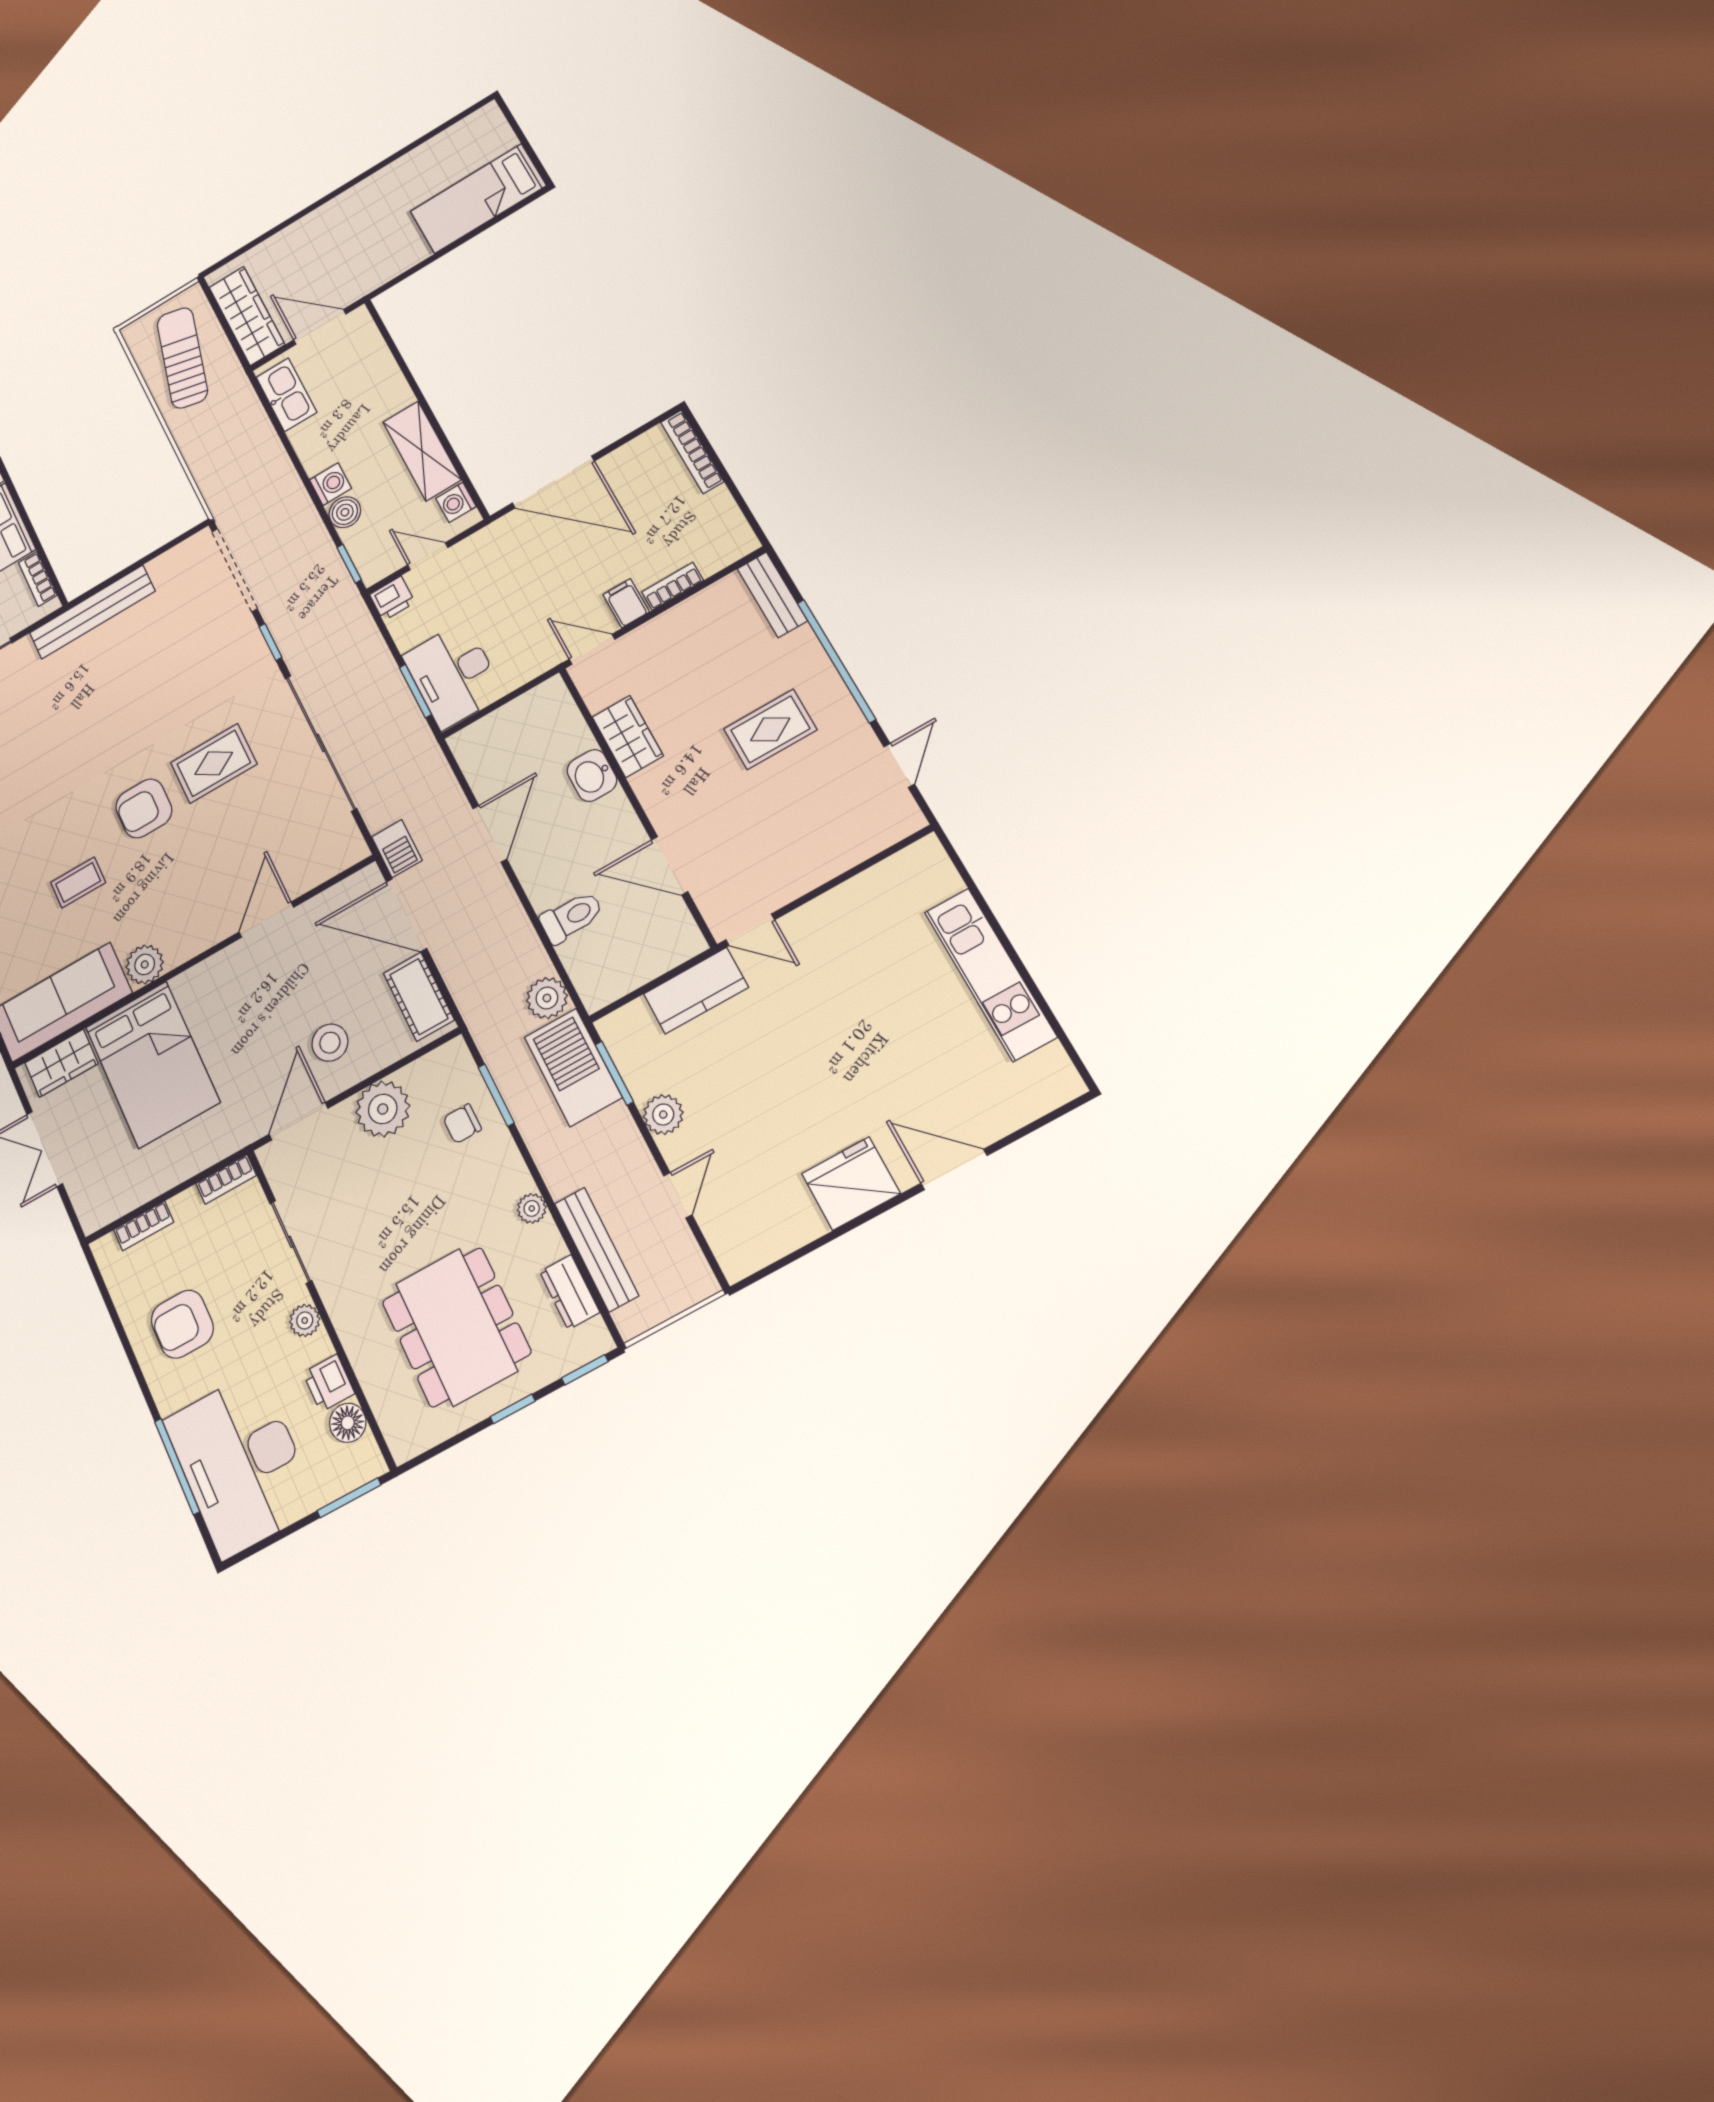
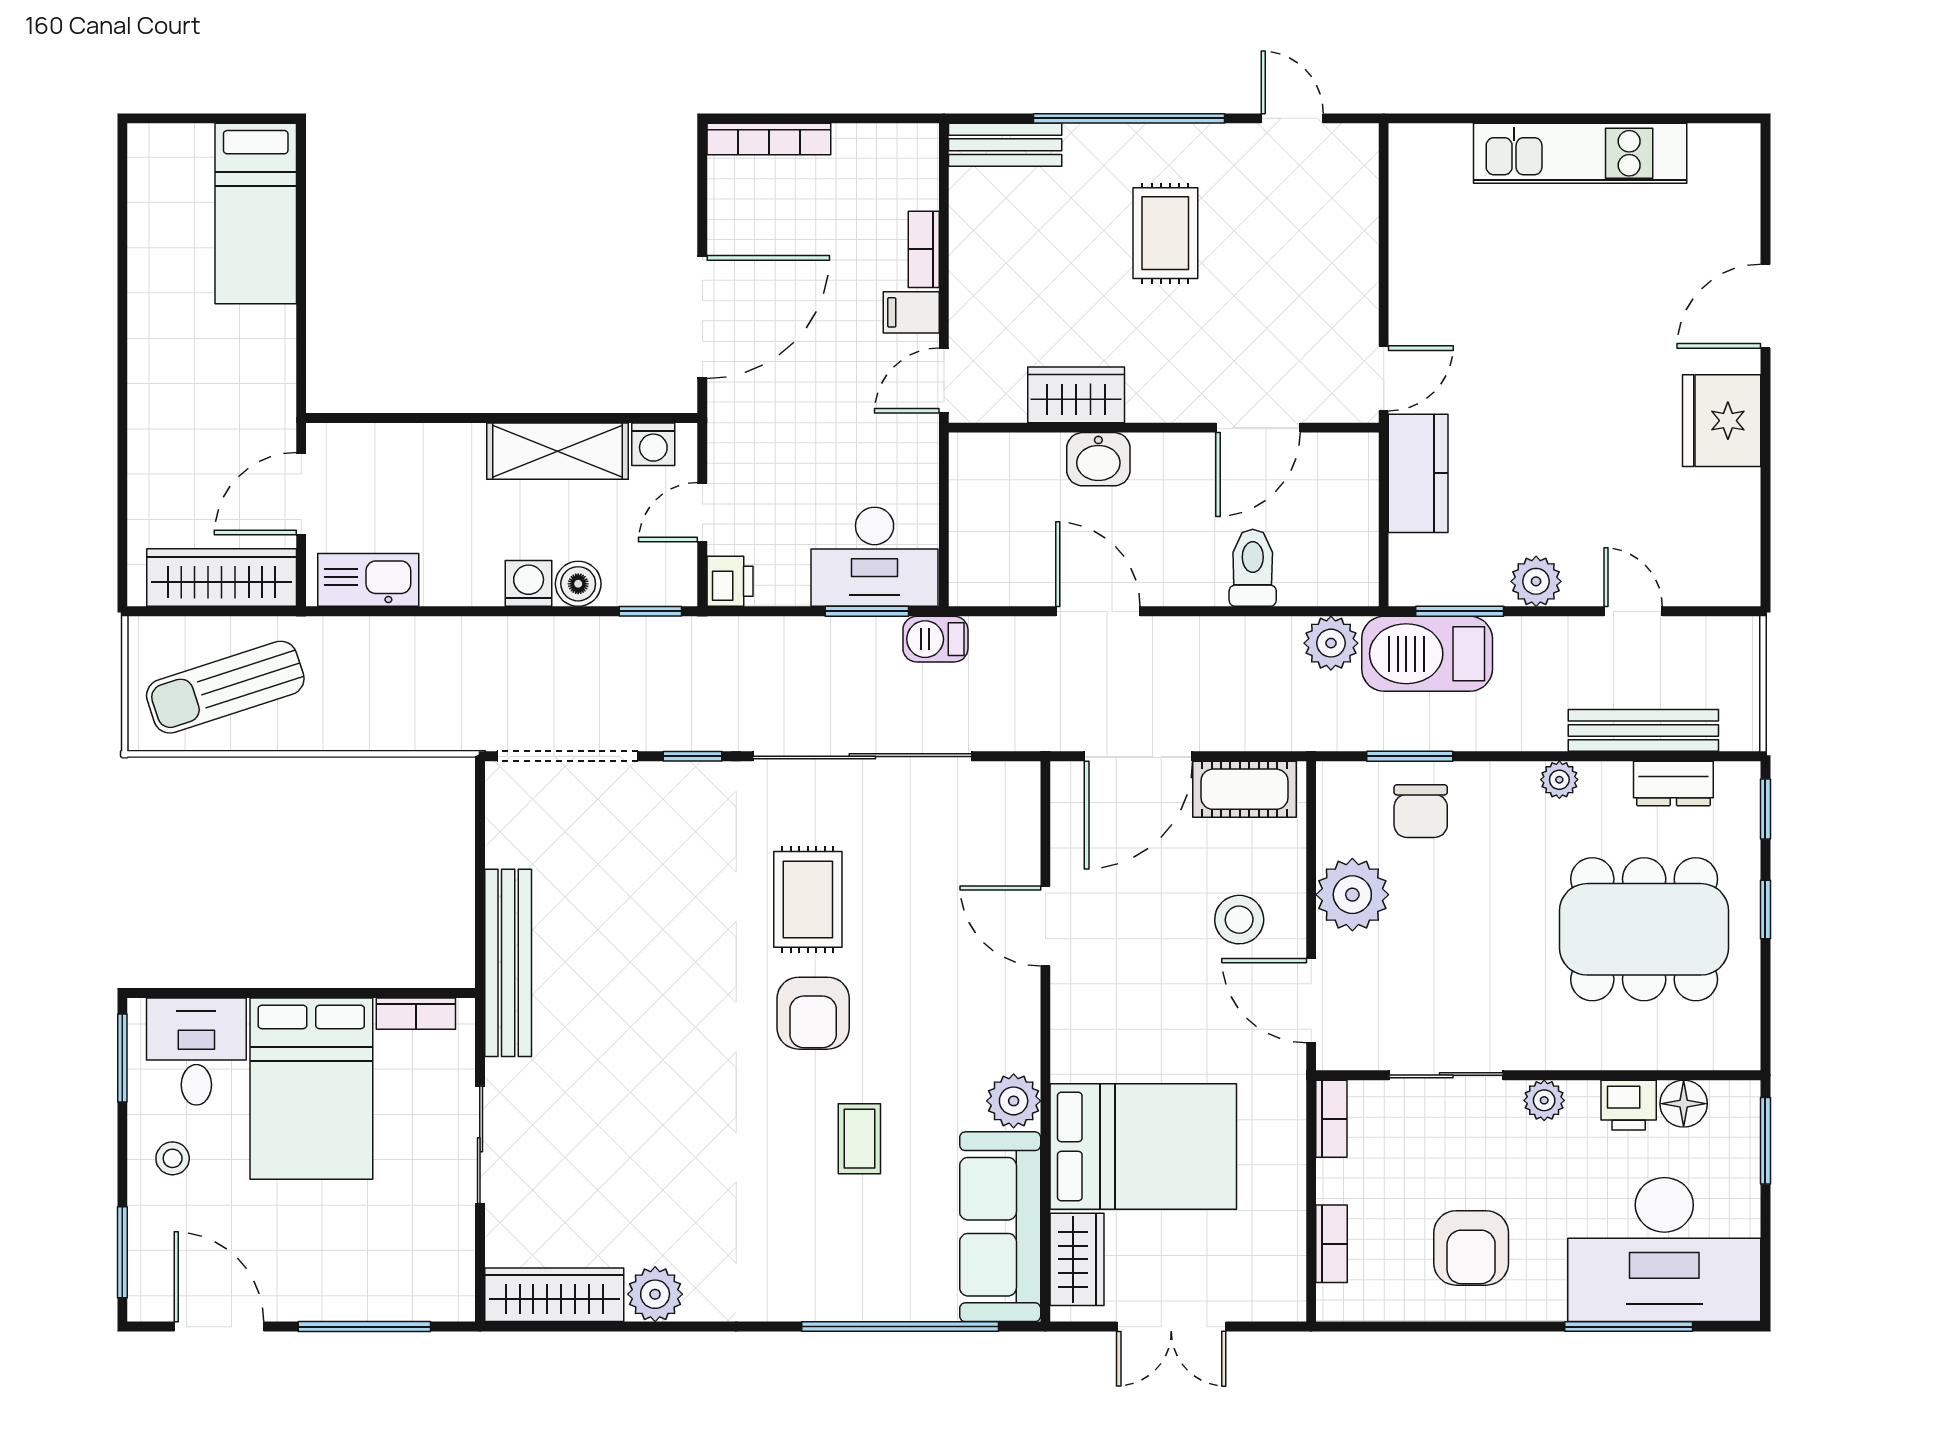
sun lounger: (182, 358) -> (225, 687), turned -32
barbecue: (397, 849) -> (935, 639), moved, turned 180
chair: (462, 1124) -> (1421, 811), width x1.37, depth x1.37

